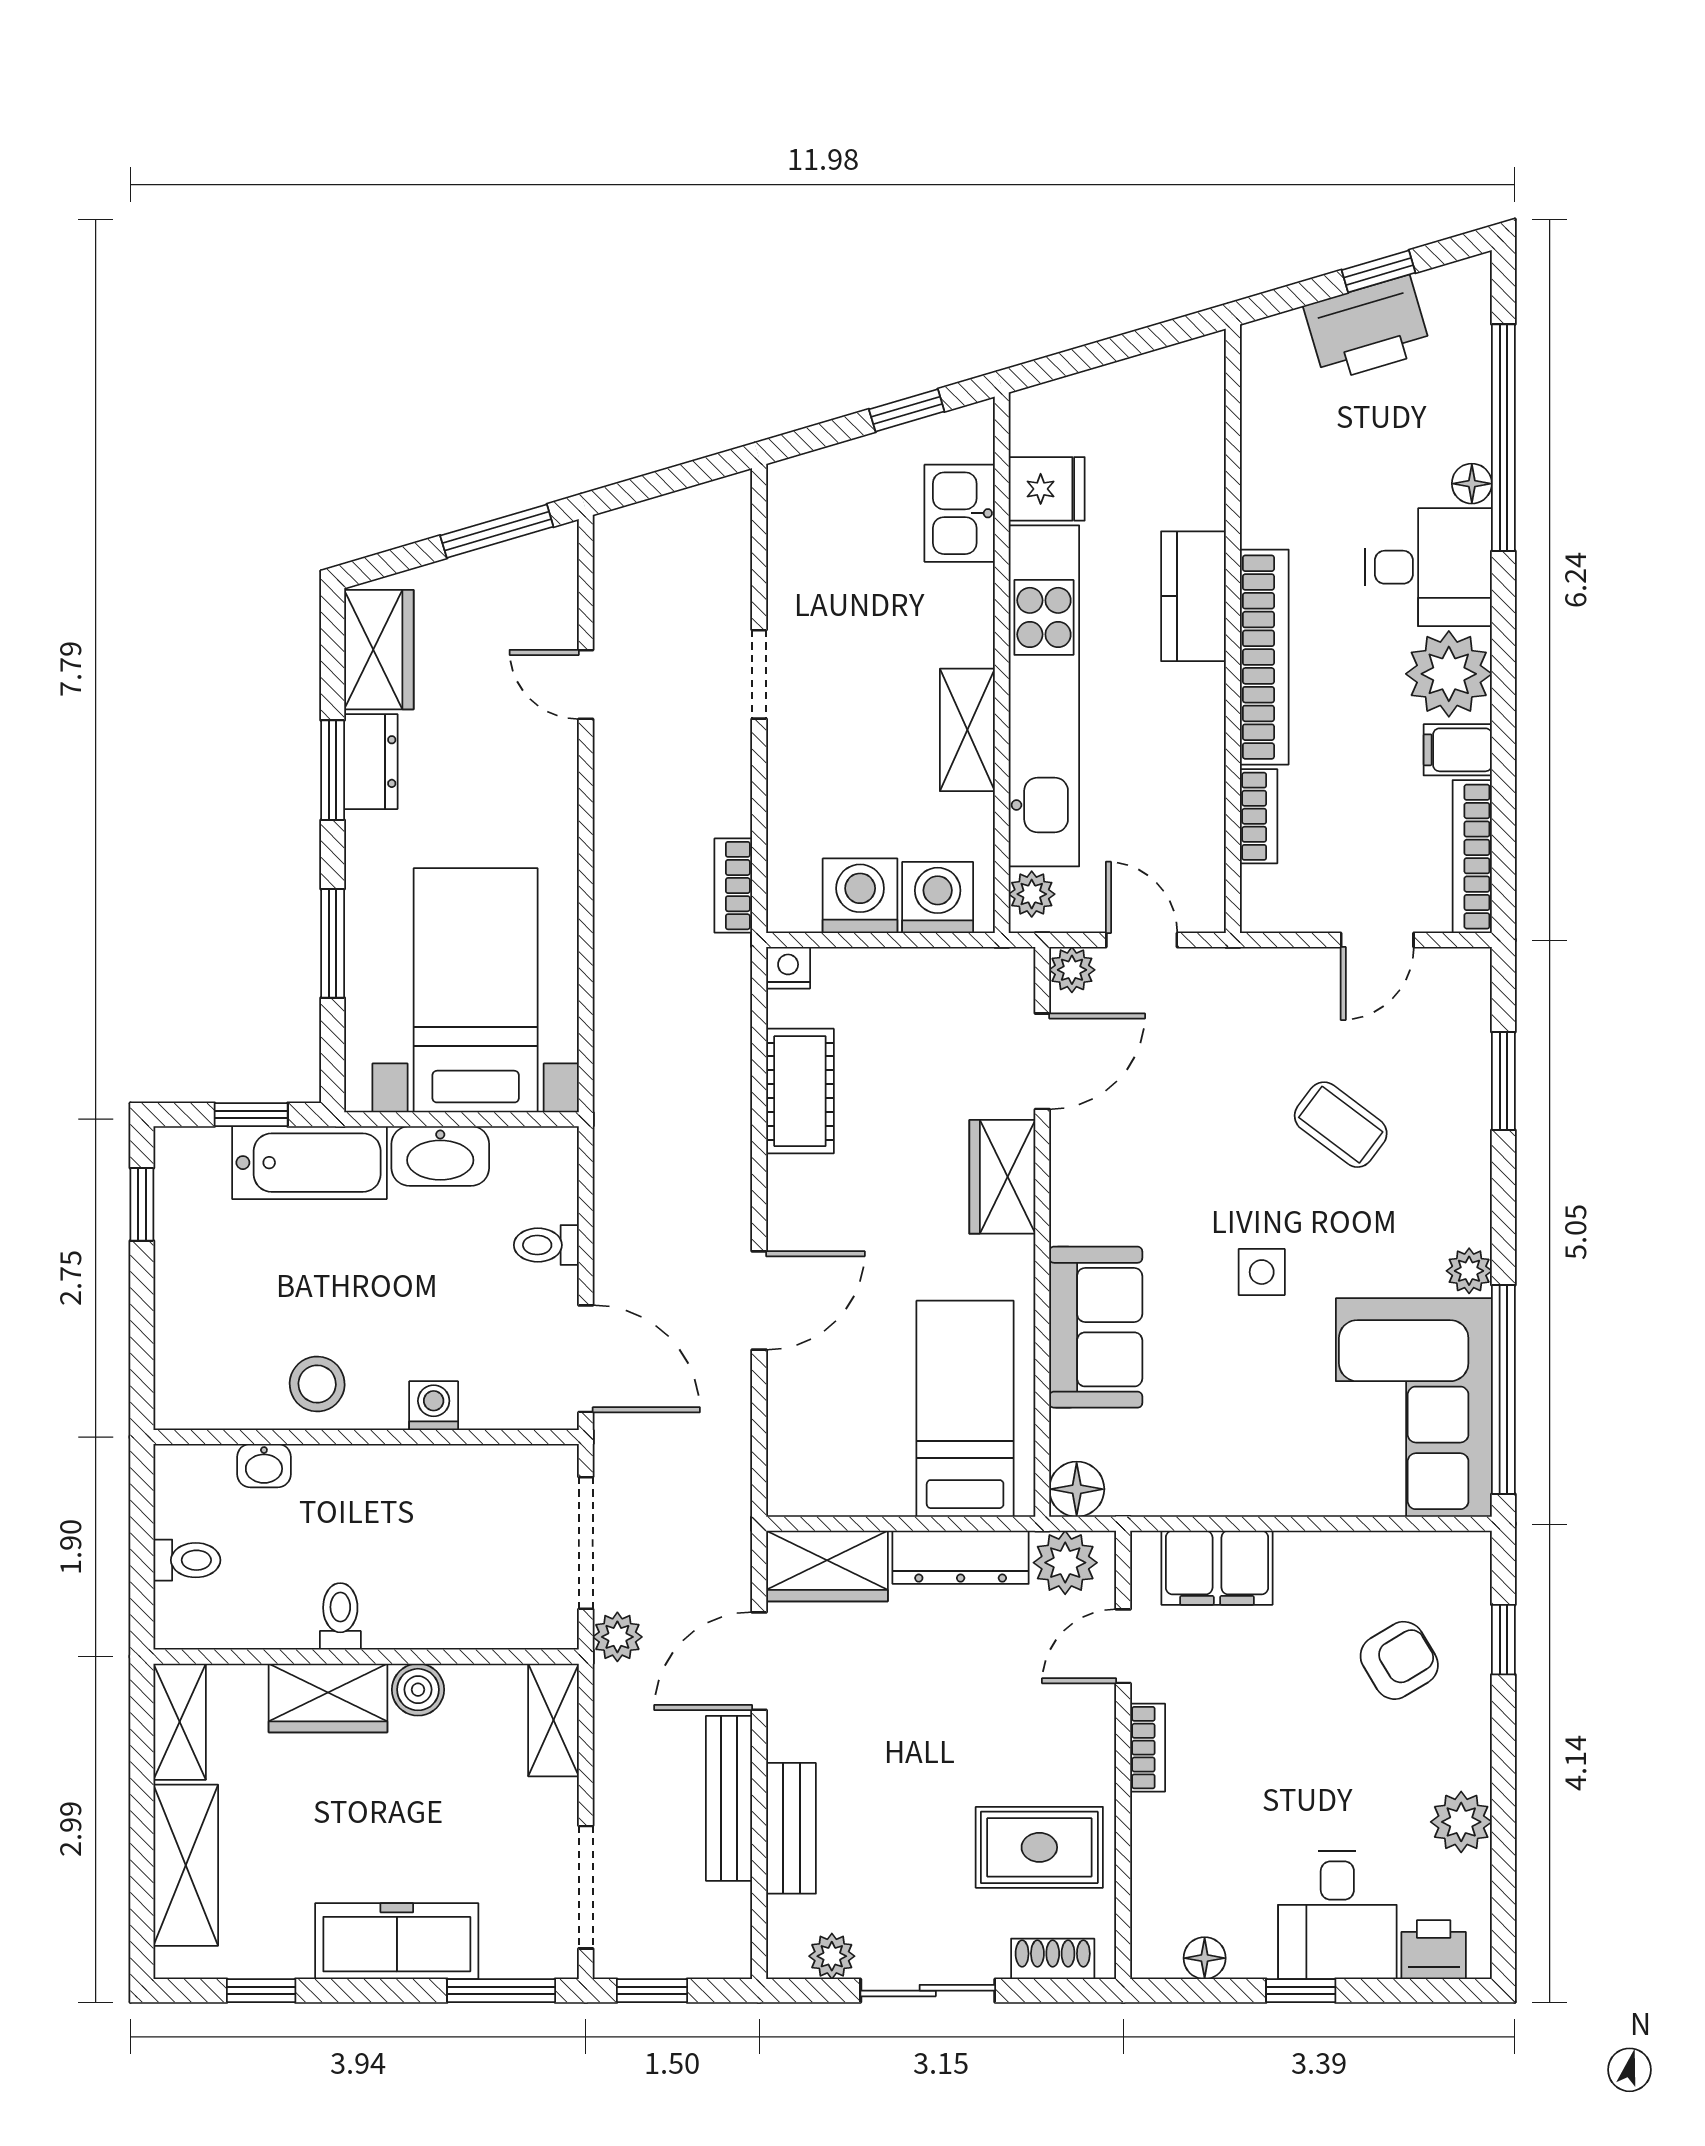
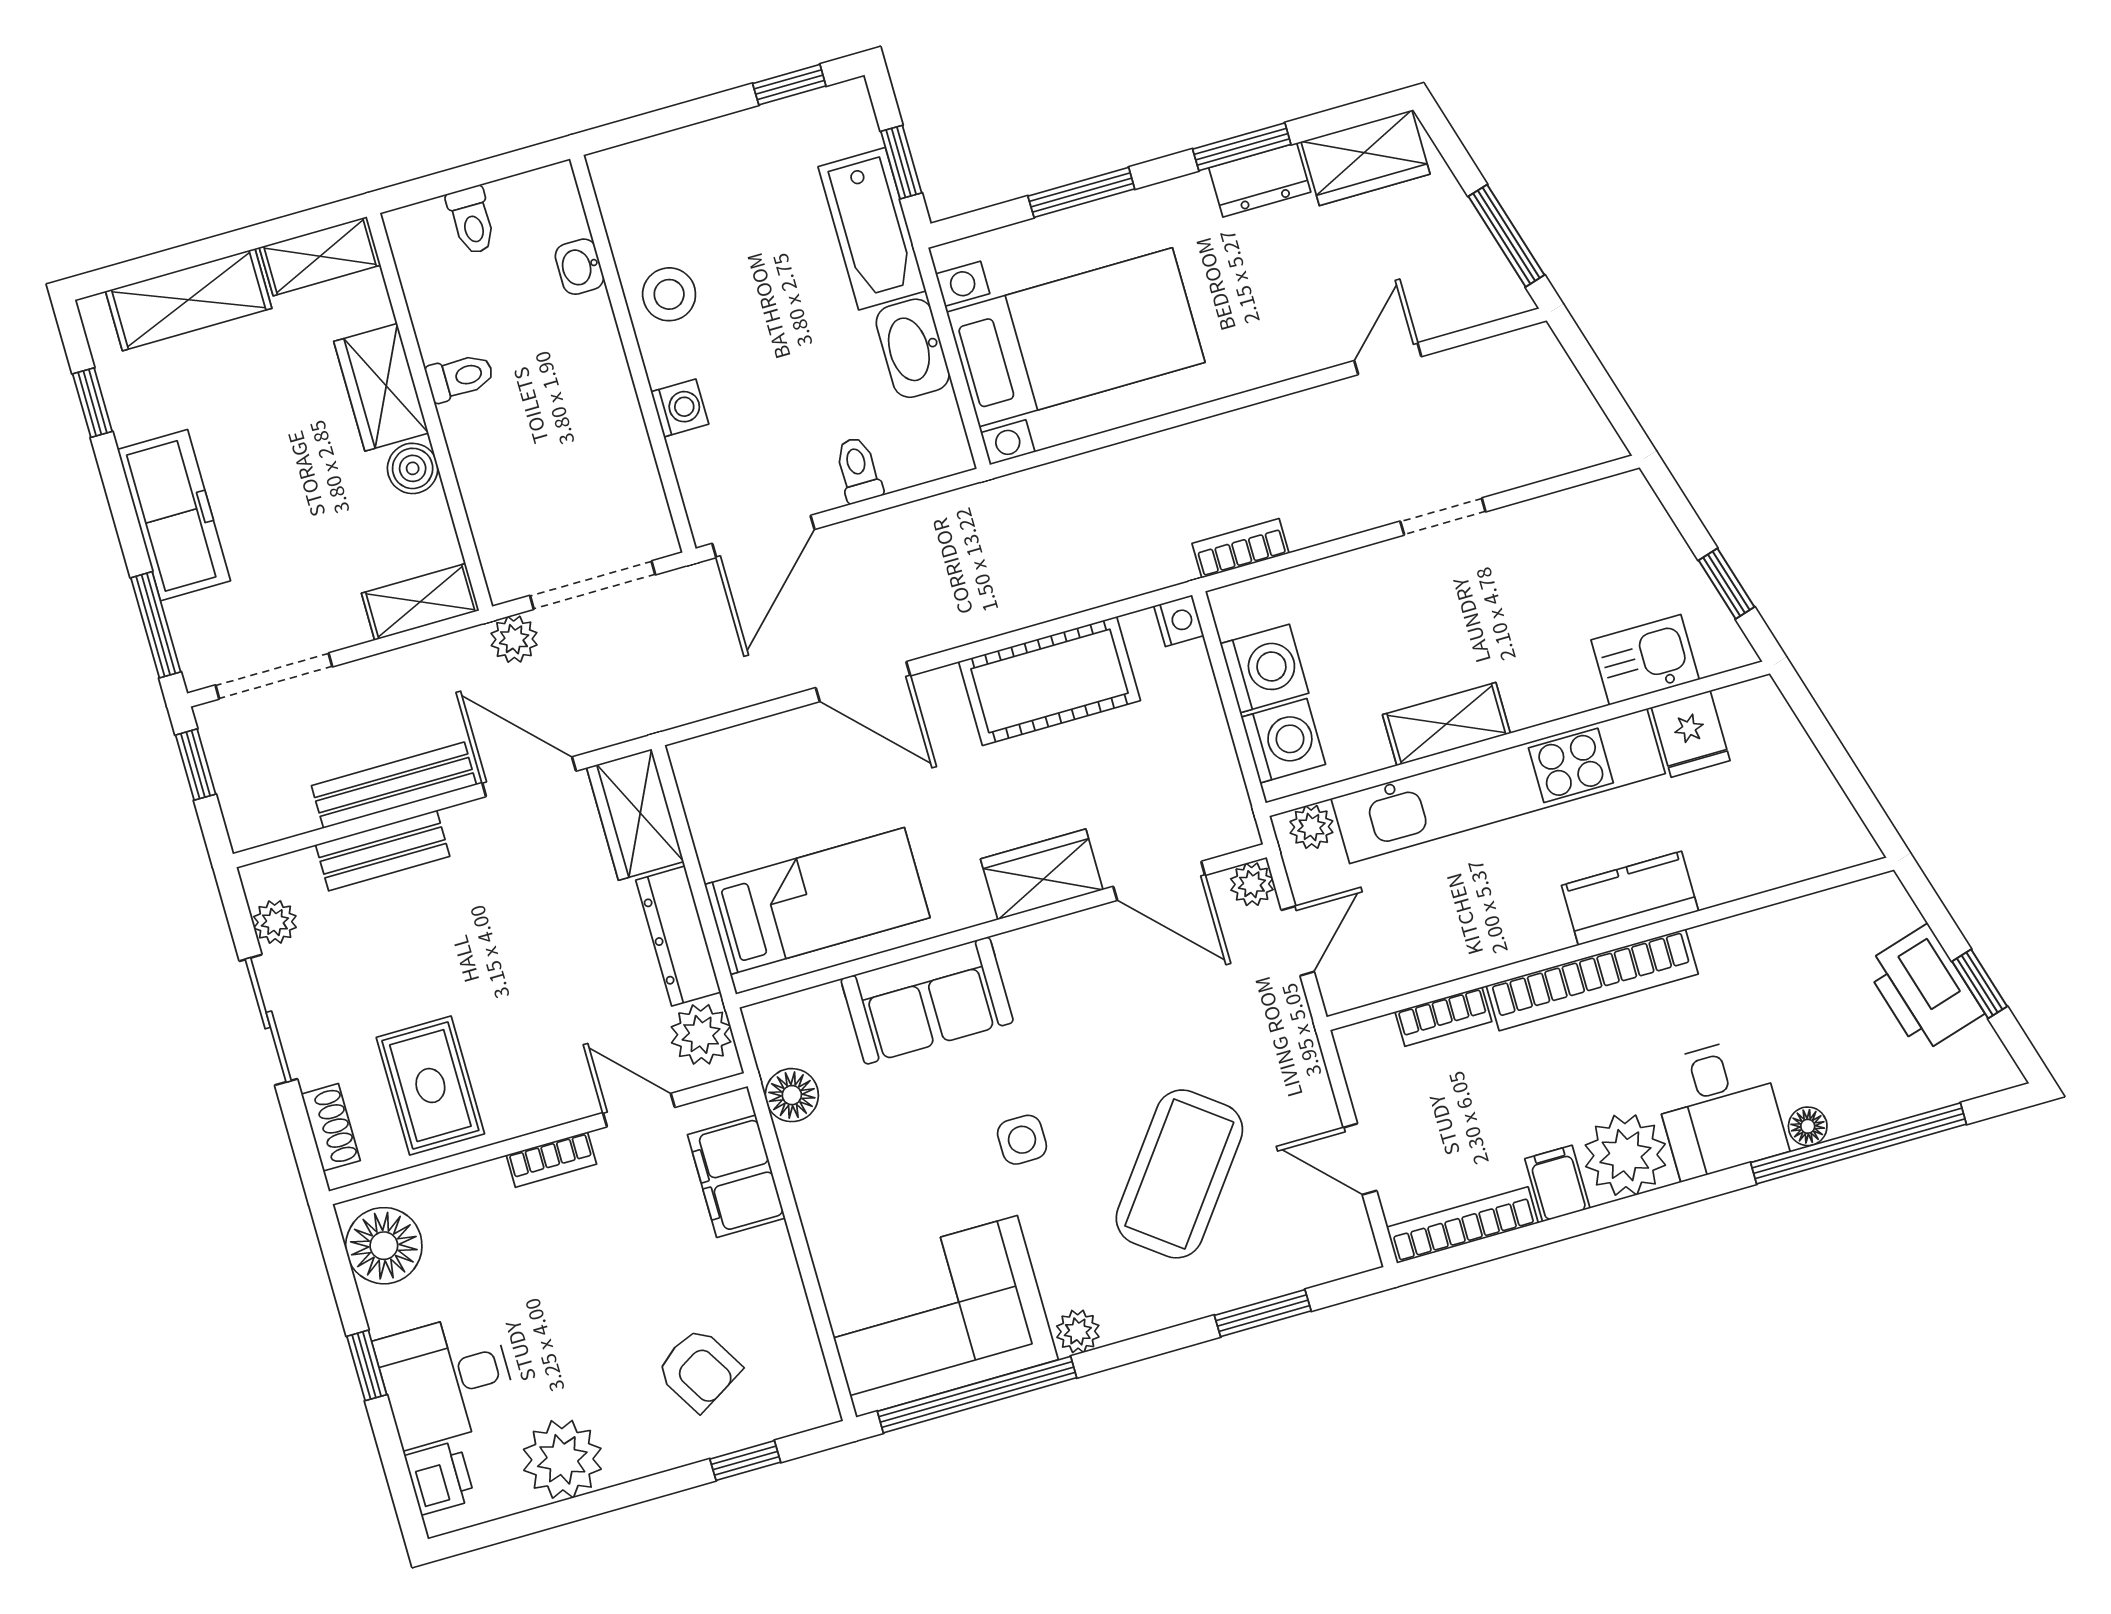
cot: (800, 1091) -> (1049, 681), width x1.37, depth x1.34
coffee table: (1341, 1125) -> (1179, 1174), width x1.86, depth x1.72
floor lamp: (1077, 1489) -> (792, 1095), moved
plant: (1461, 1822) -> (562, 1459), width x1.36, depth x1.36
floor lamp: (1205, 1958) -> (384, 1246), width x1.89, depth x1.89

